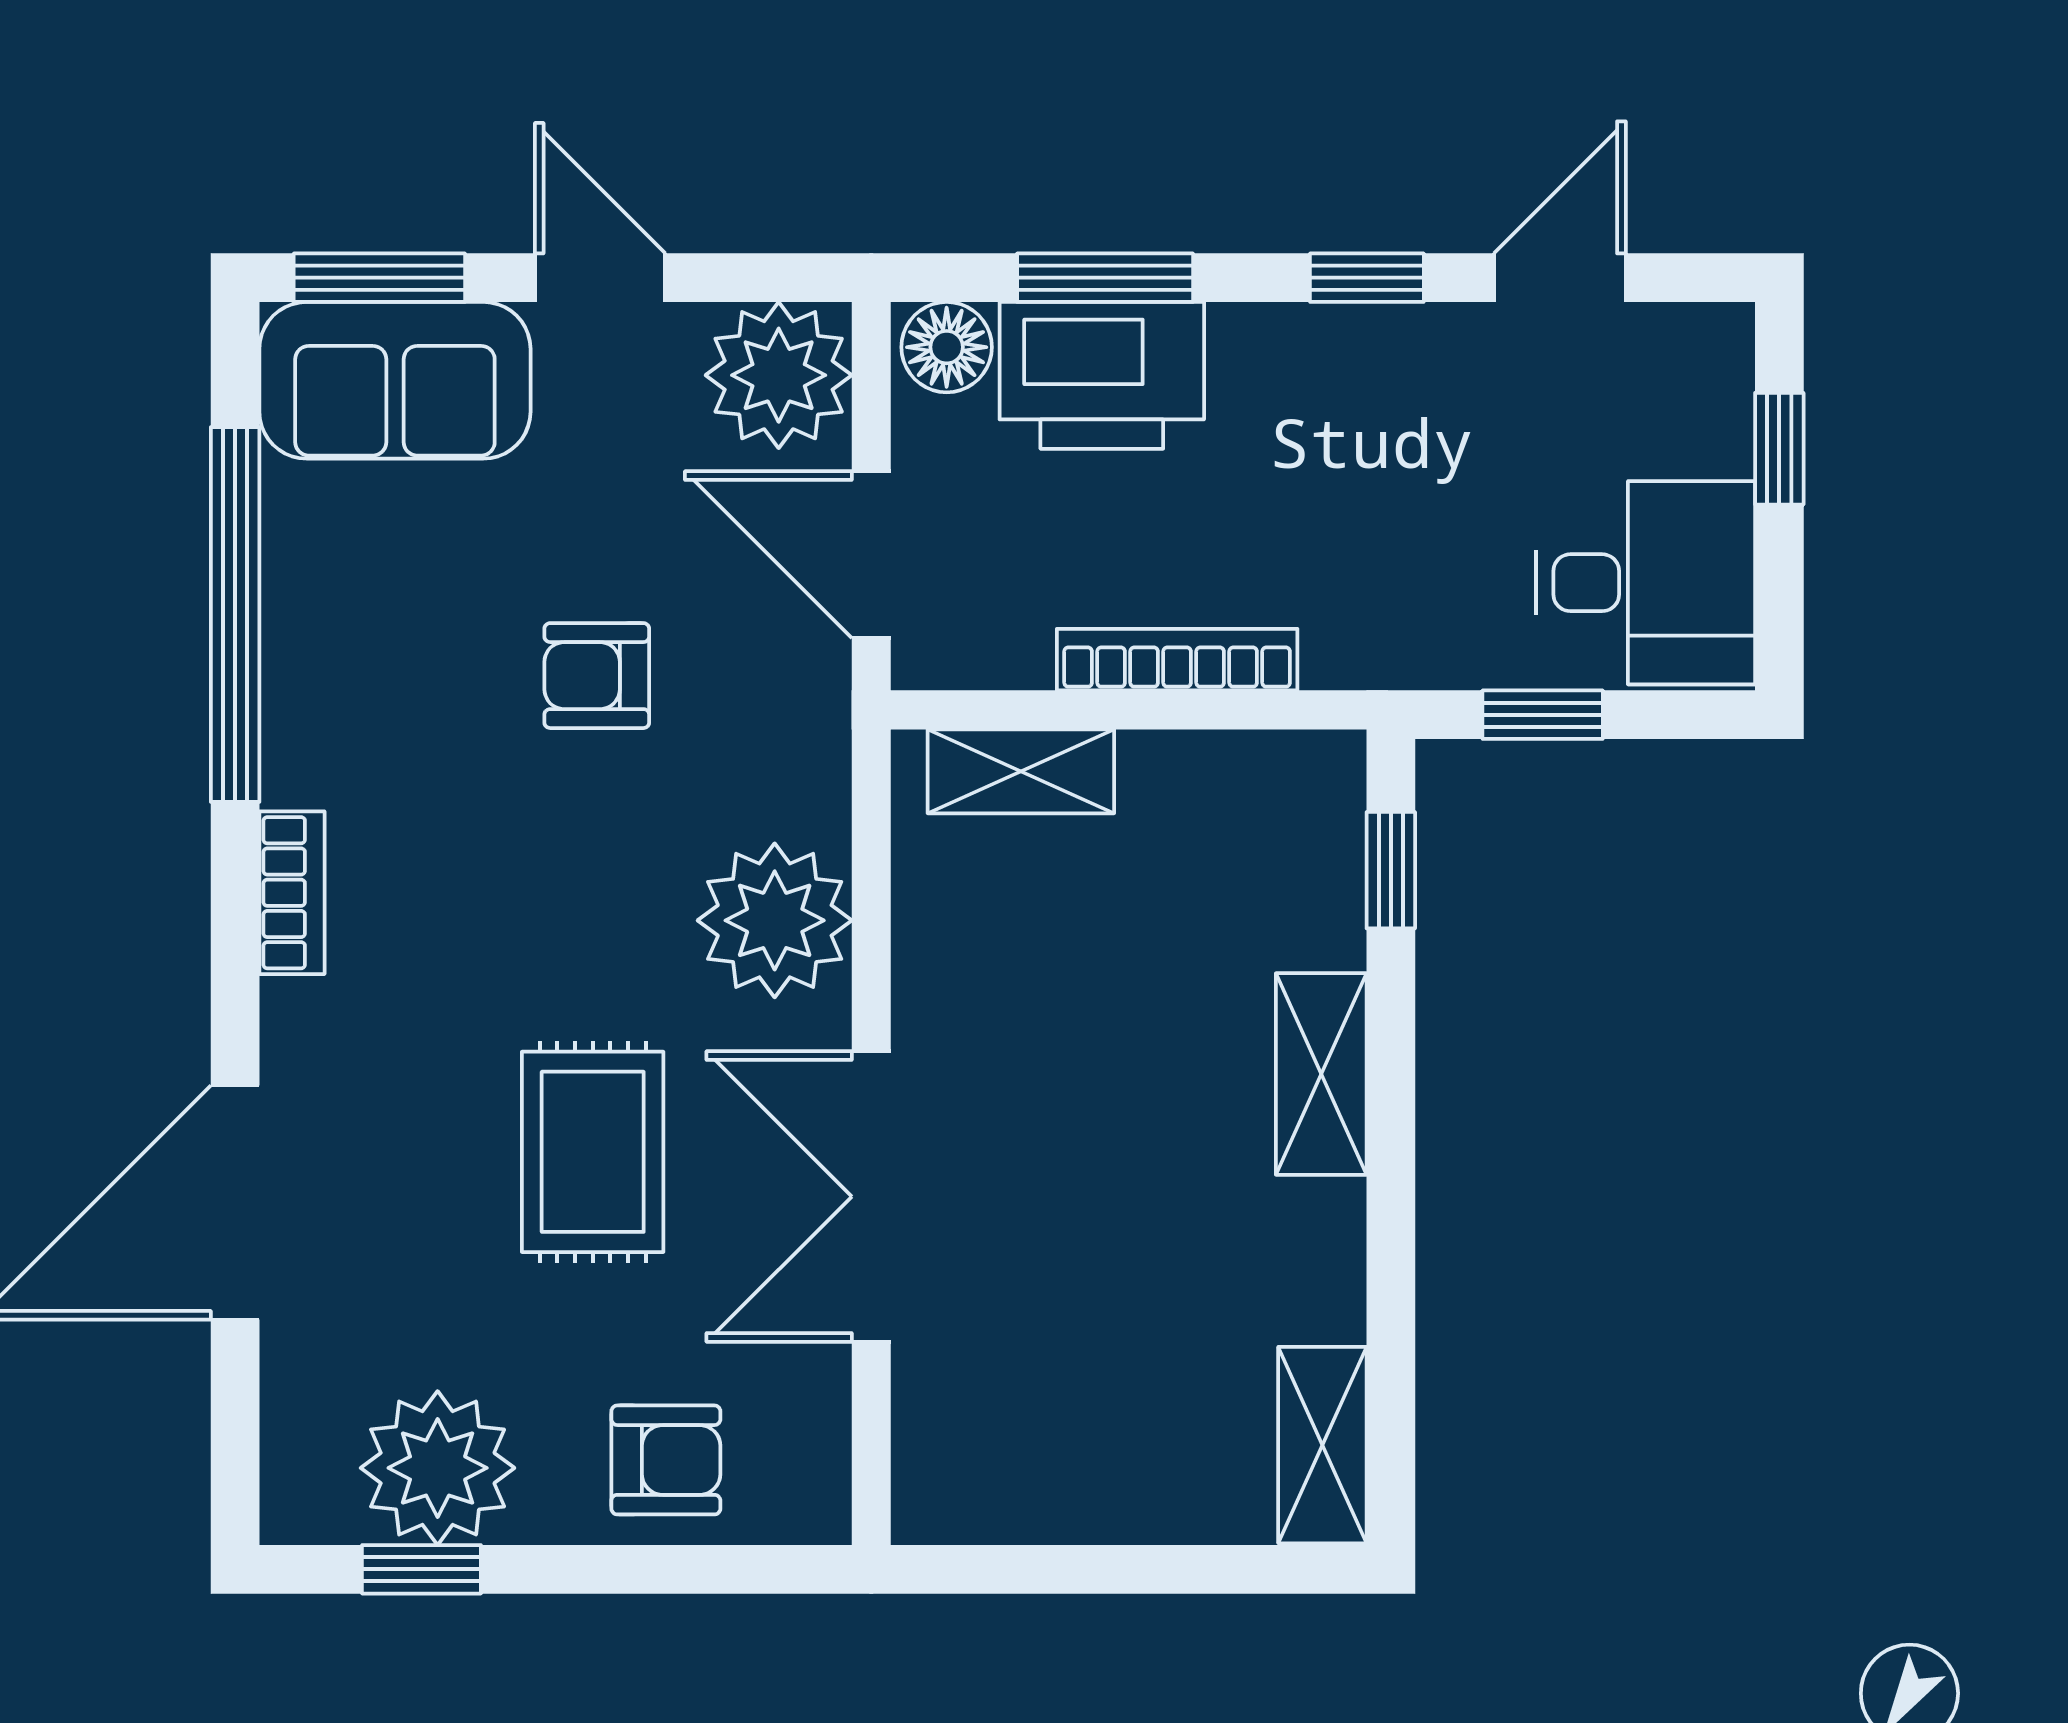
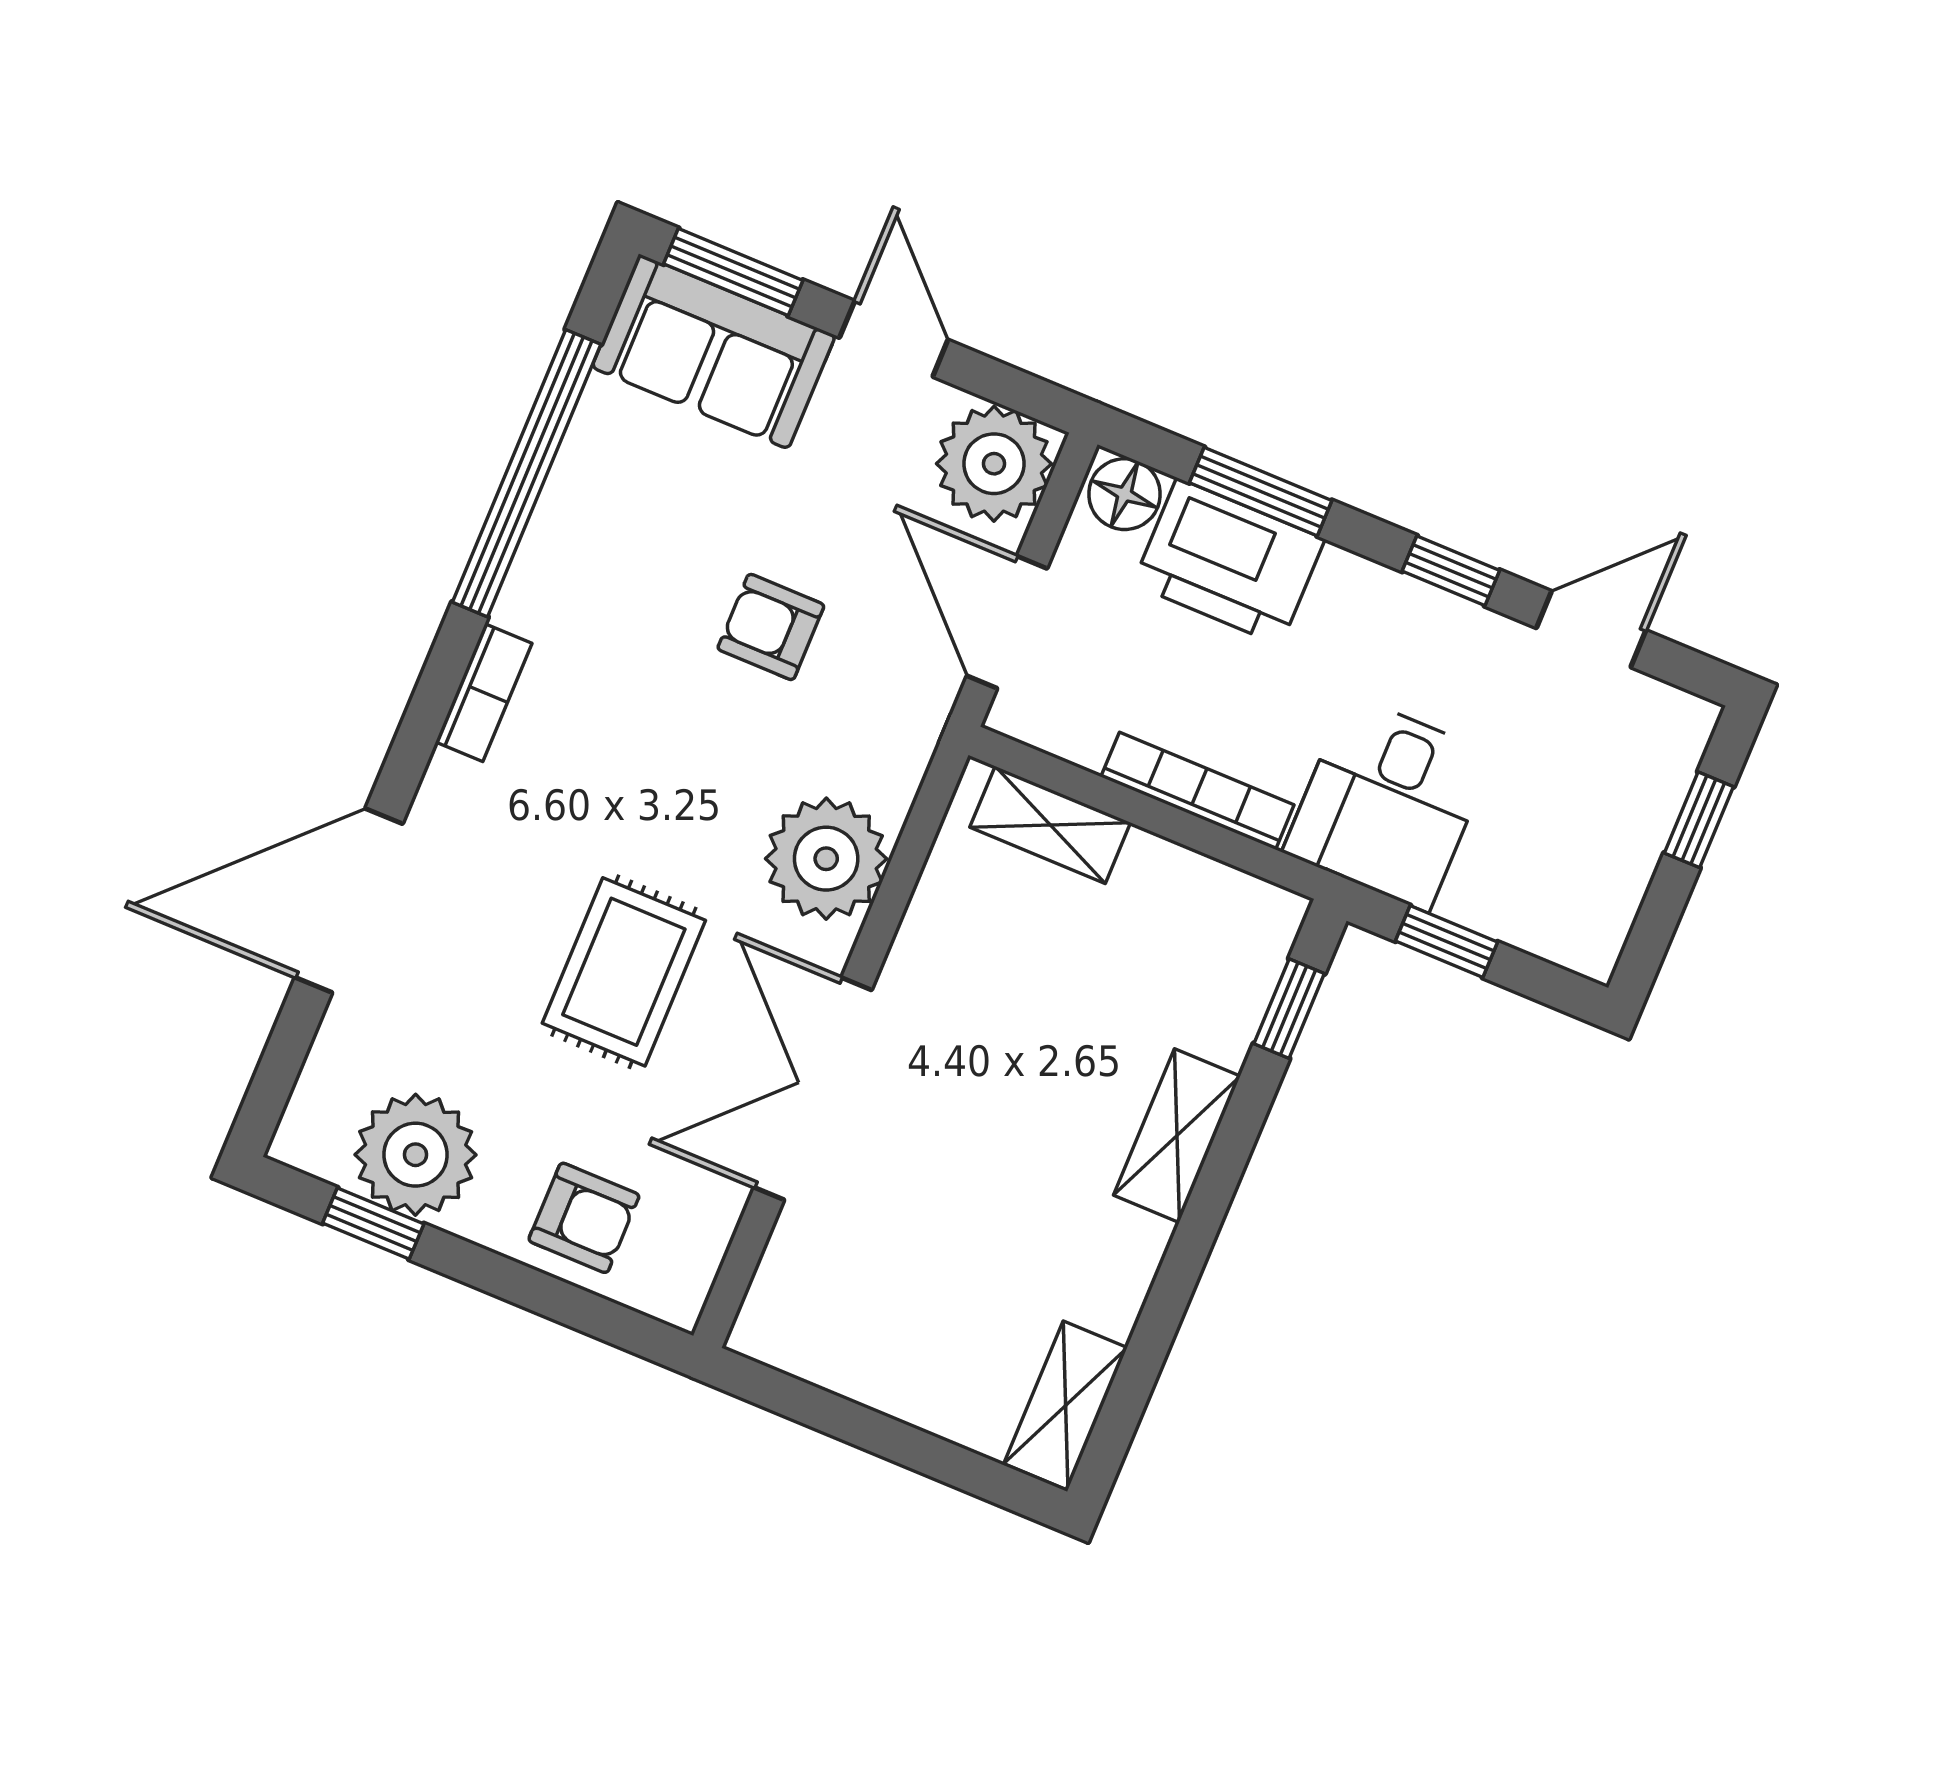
desk: (1645, 583) -> (1388, 803), moved, turned 90

